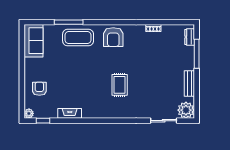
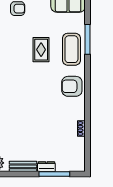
dresser: (190, 37) -> (46, 167), moved
rug: (120, 85) -> (41, 50), moved, turned 90

